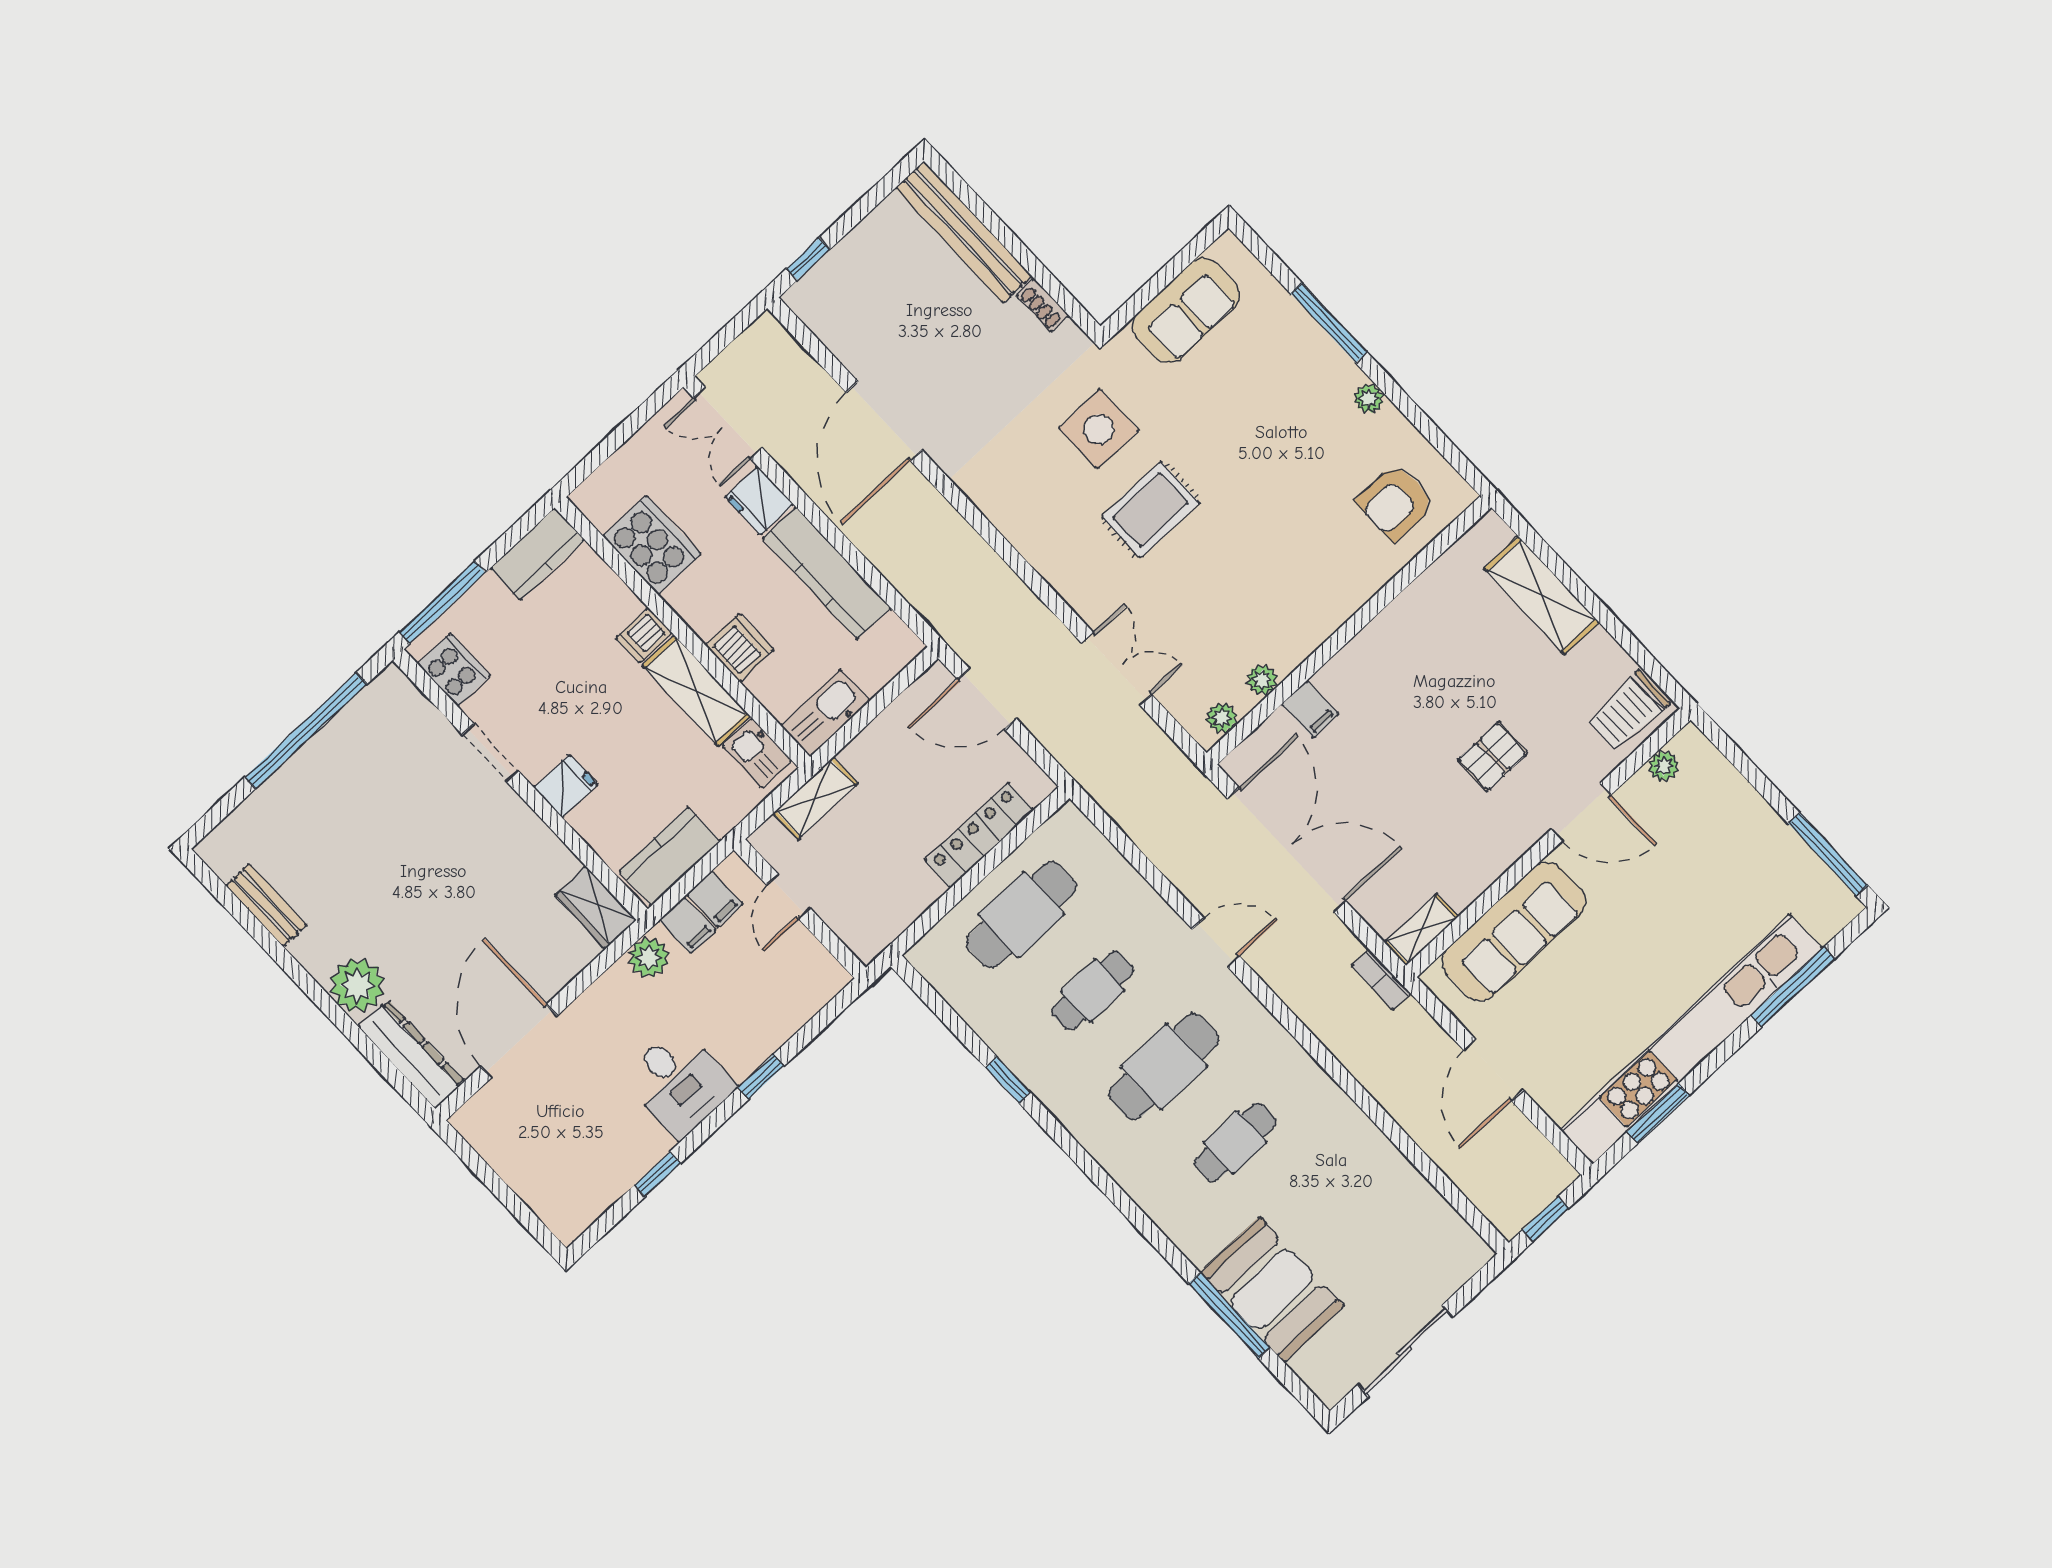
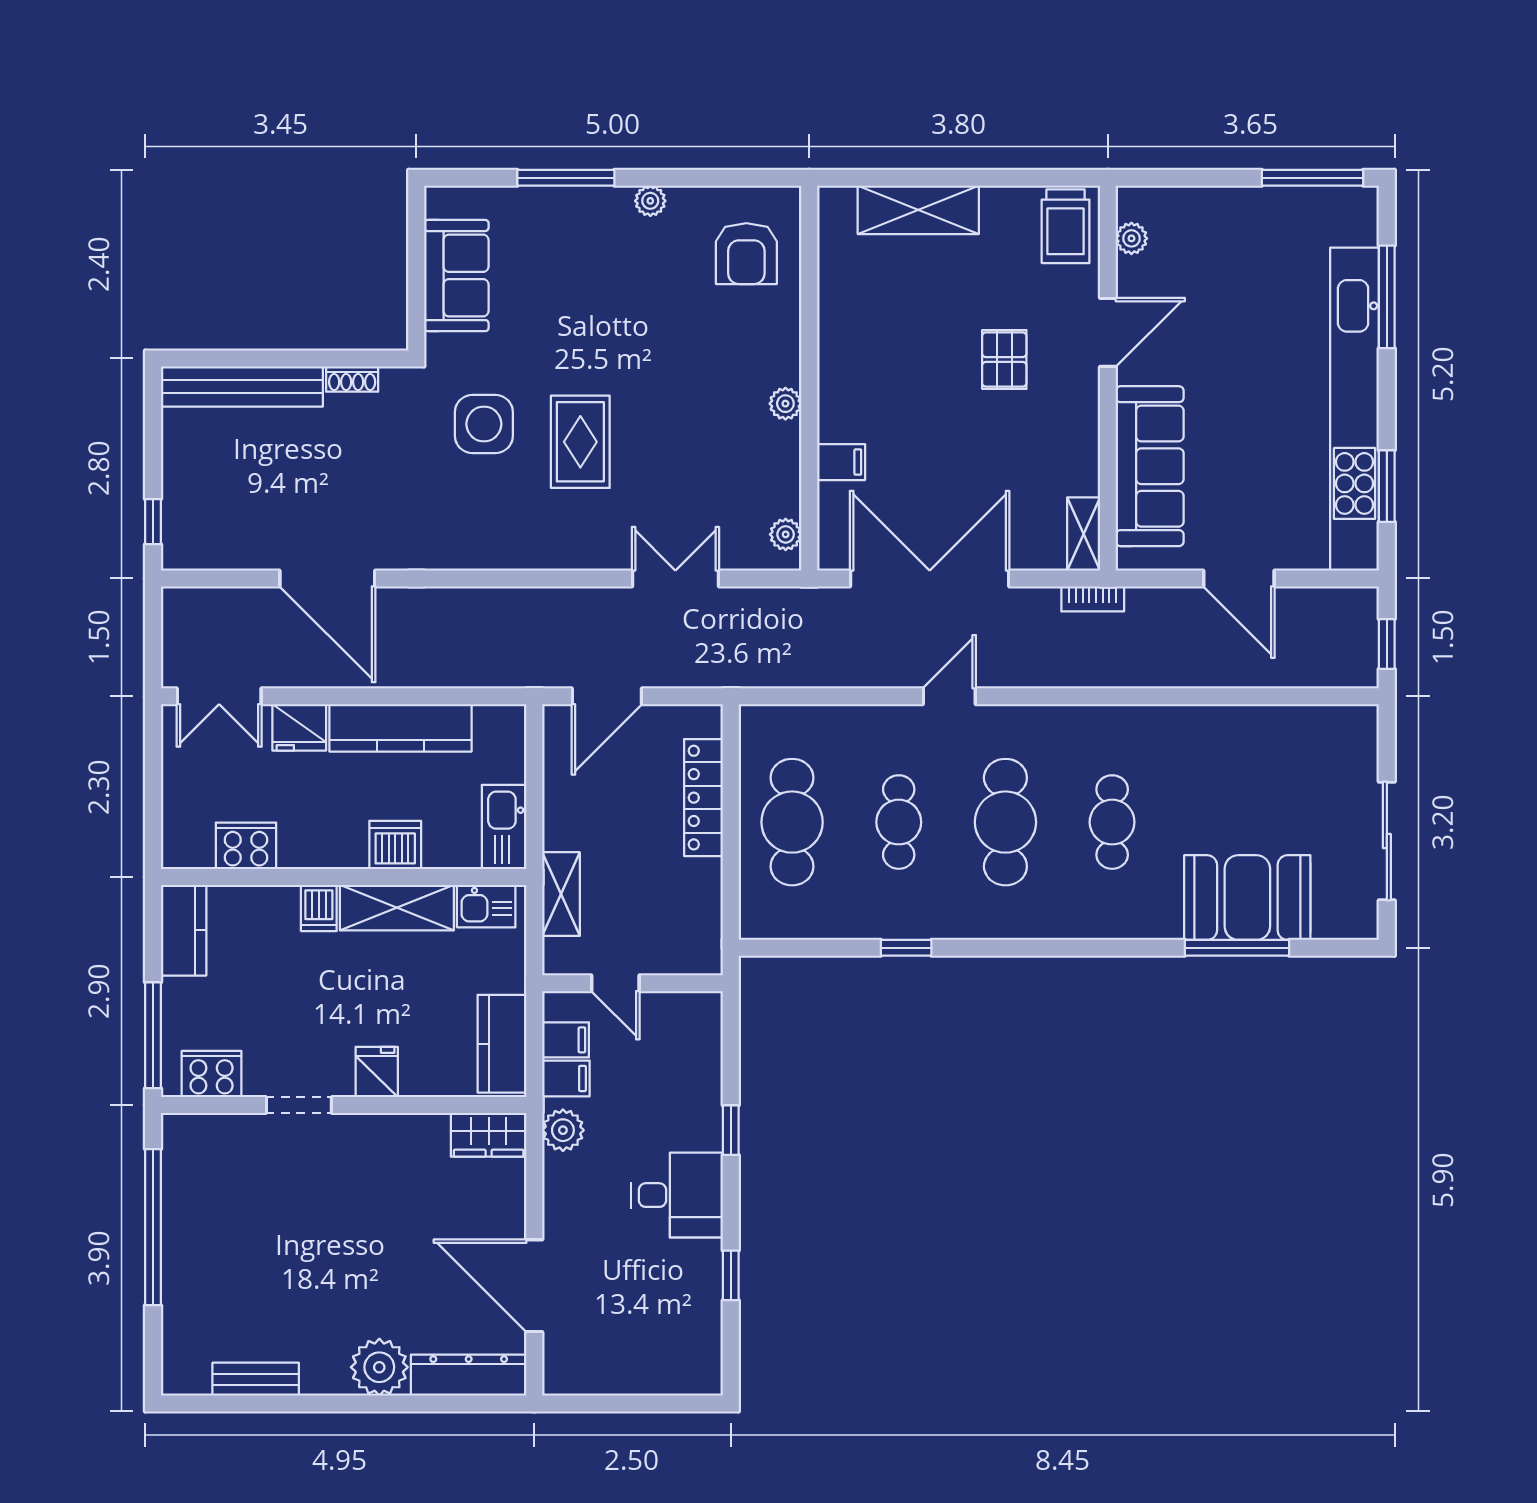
cooker: (652, 545) -> (246, 846), width x0.73, depth x0.76
plant: (1262, 680) -> (785, 404), moved

